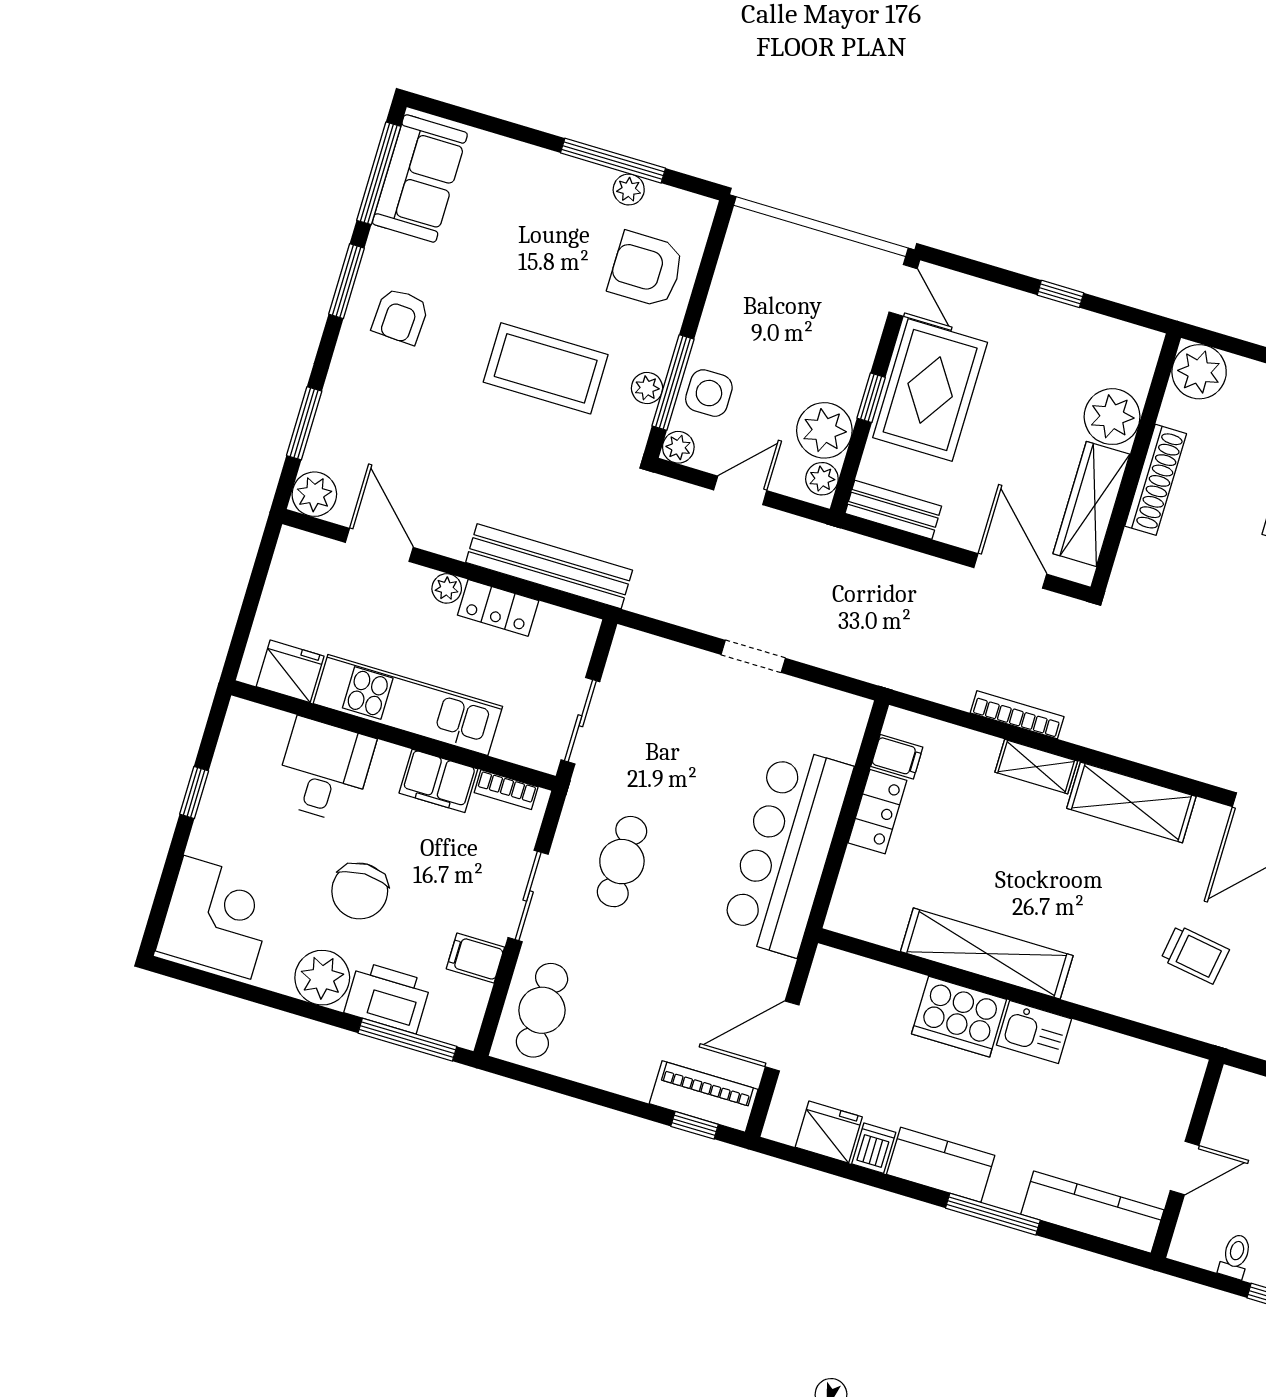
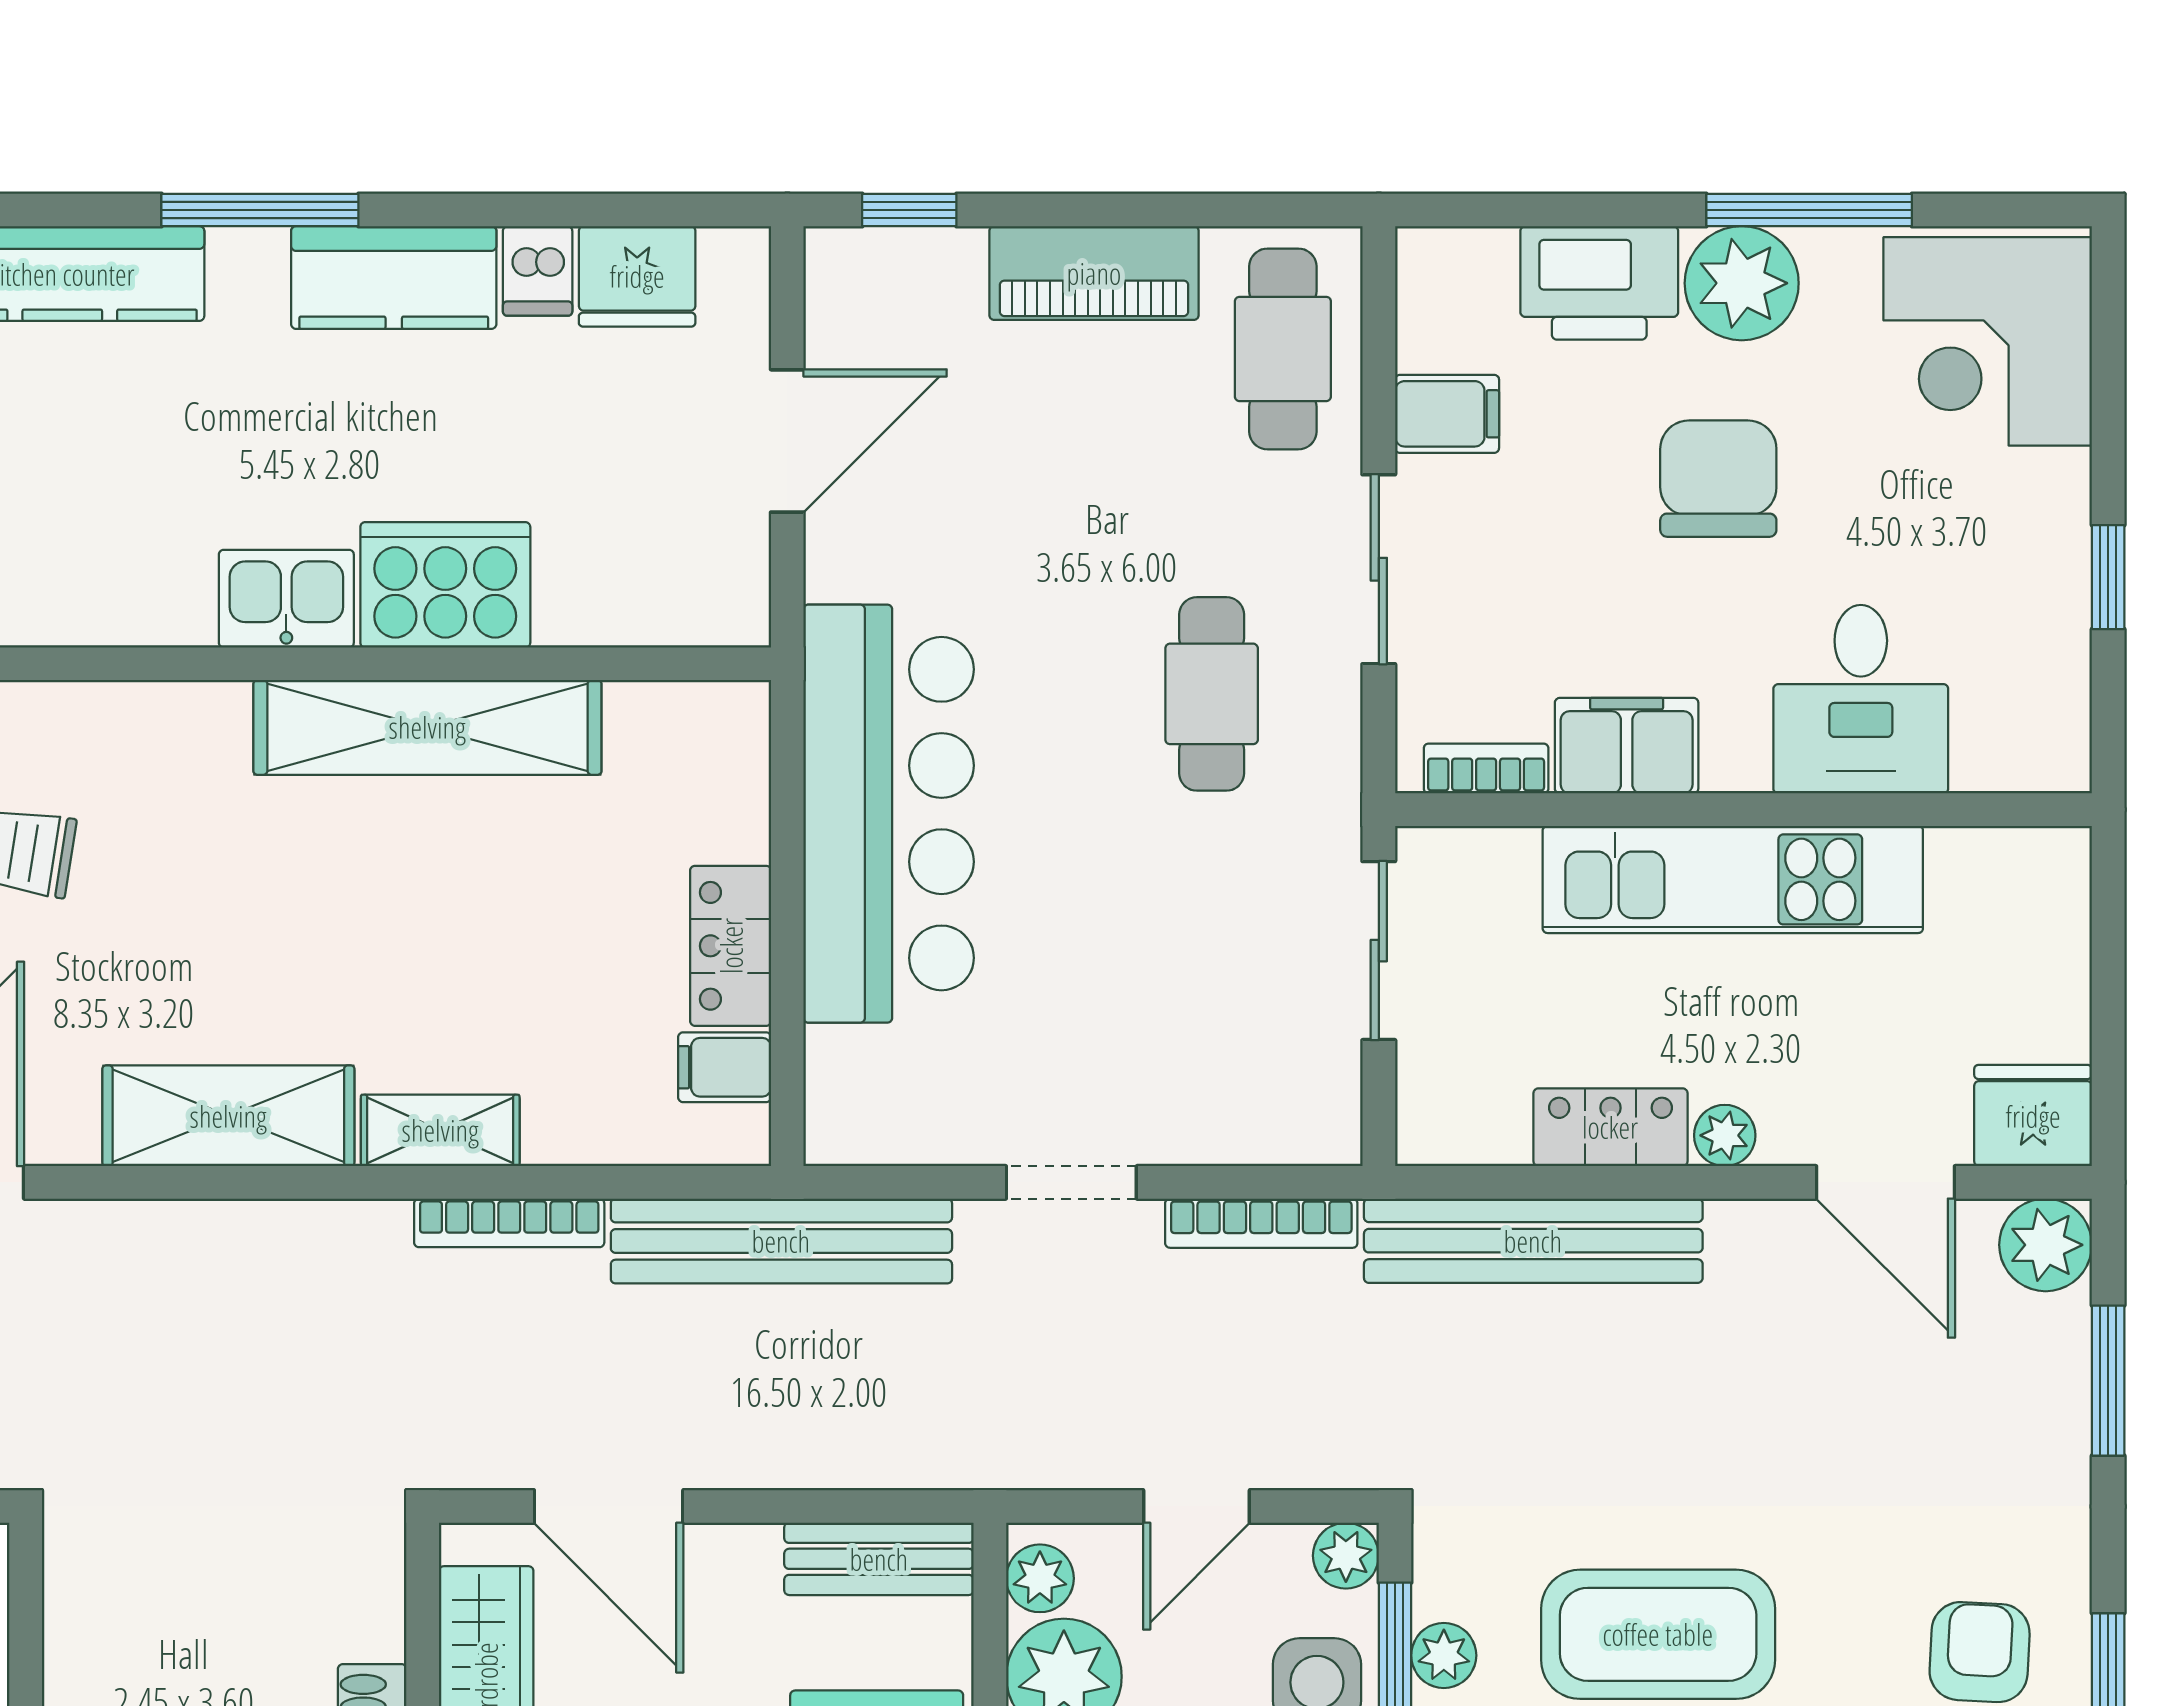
bookcase: (672, 612) -> (1261, 1223), added
bench: (895, 669) -> (781, 1241), added
fridge: (290, 671) -> (2033, 1116), moved, turned 180
window: (407, 1040) -> (1809, 210), moved
piano: (704, 1096) -> (1094, 273), moved

